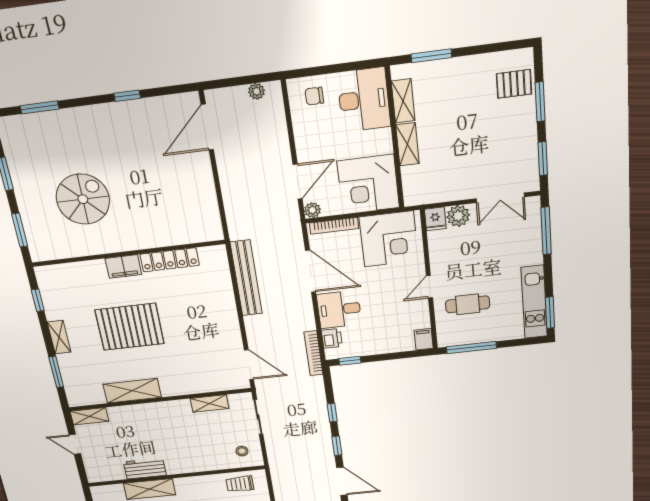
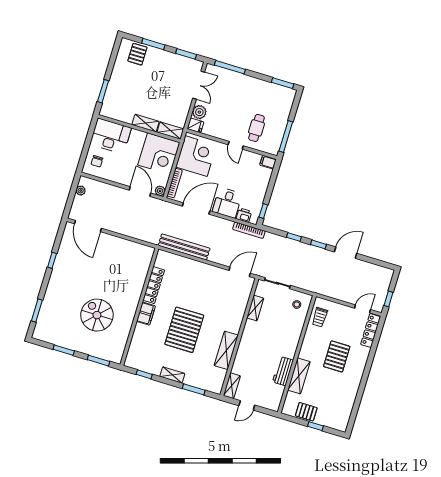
shelving: (403, 101) -> (170, 131), moved
kitchen unit: (534, 302) -> (272, 90), removed

